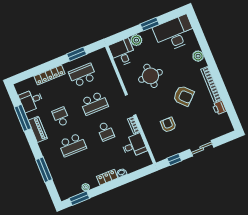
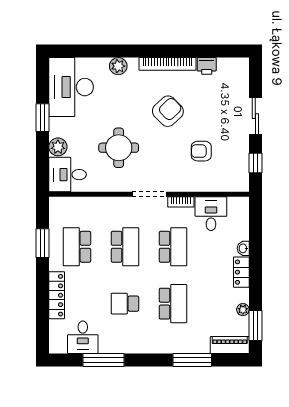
piano: (38, 129) -> (230, 345), moved
school desk: (106, 131) -> (173, 247), width x1.85

